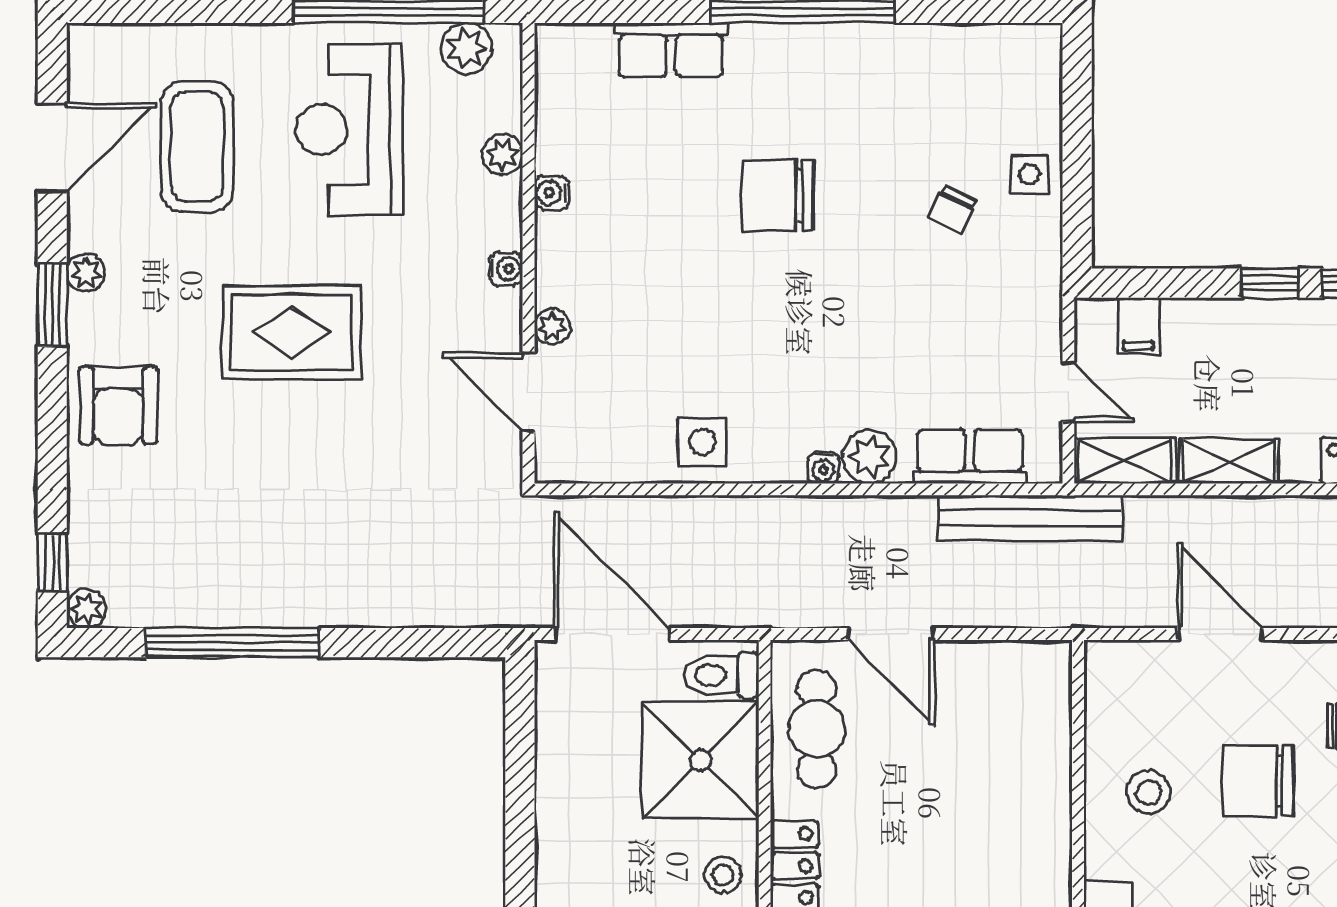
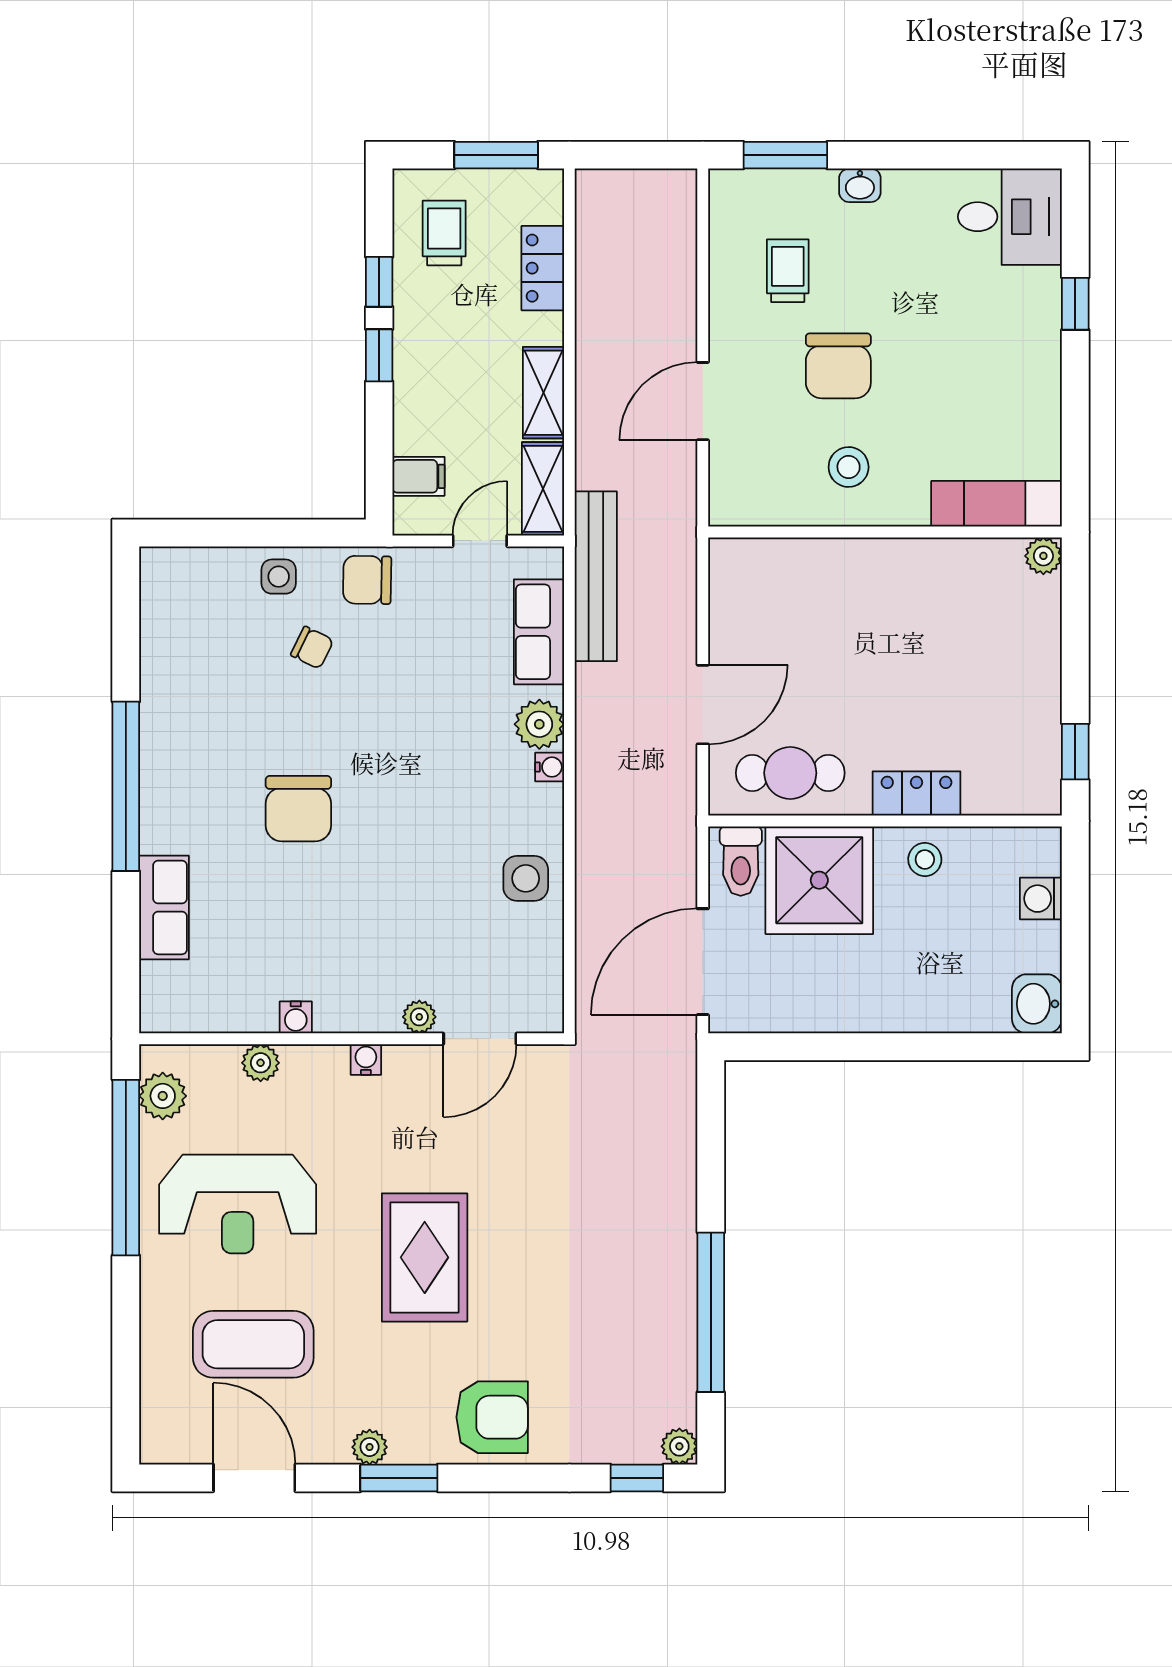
chair: (1026, 270) -> (367, 580), added

